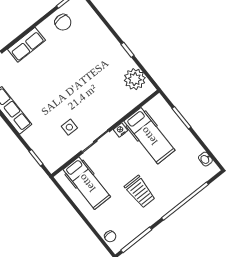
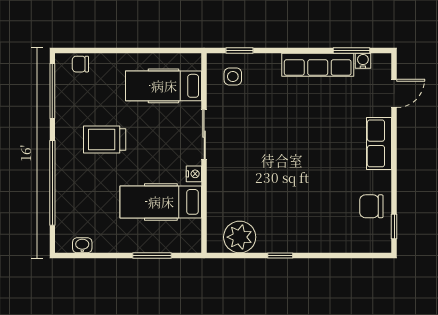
side table: (69, 127) -> (233, 77), moved

